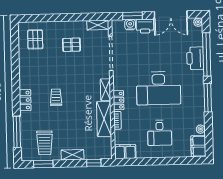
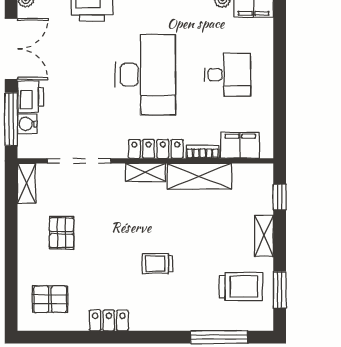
window: (132, 16) -> (11, 119), width x1.44
locker: (25, 100) -> (109, 320), moved
locker: (118, 100) -> (156, 149), width x1.53
filing cabinet: (125, 152) -> (240, 145), moved, turned 90

